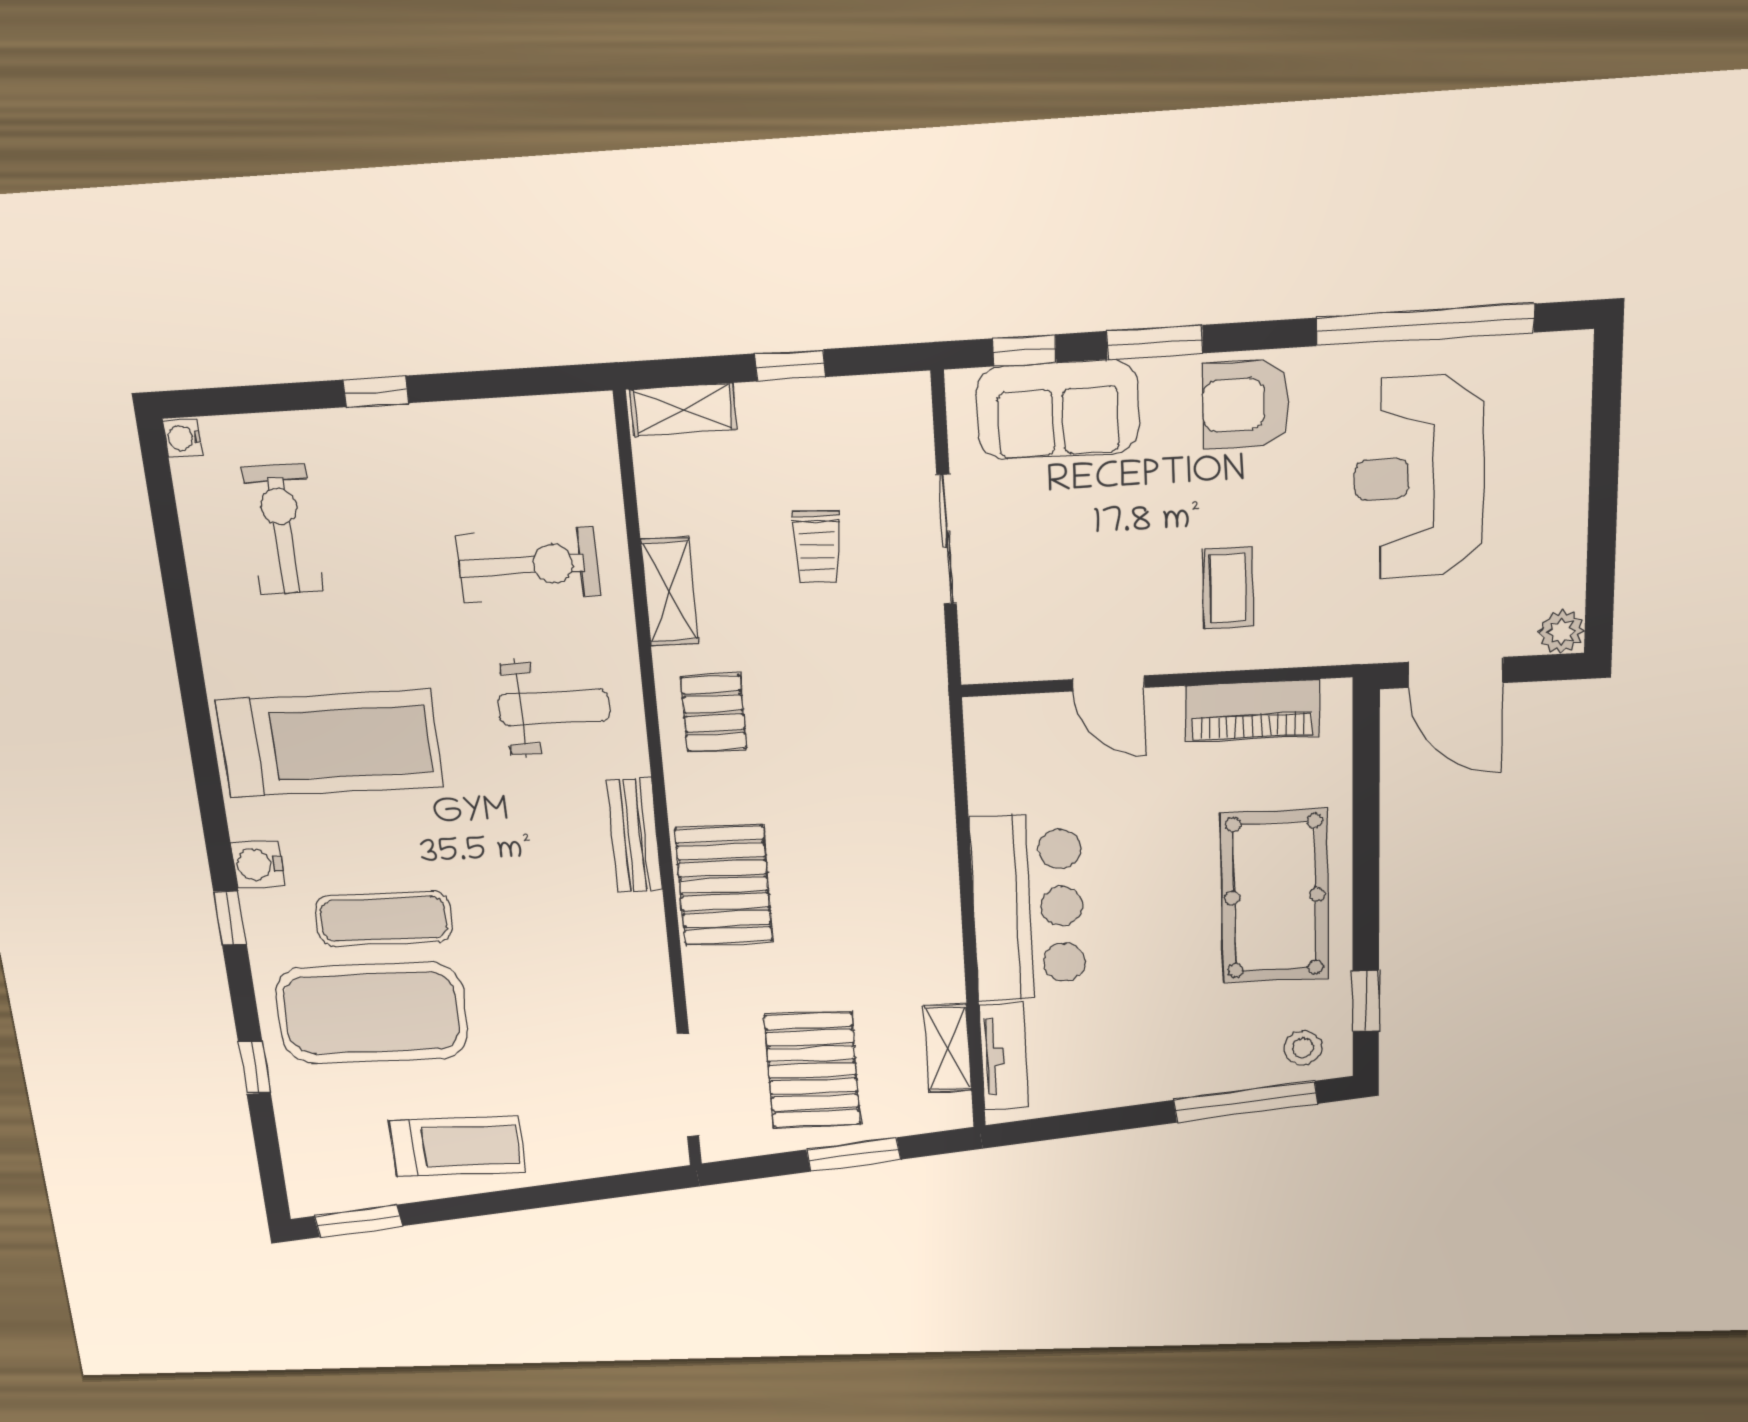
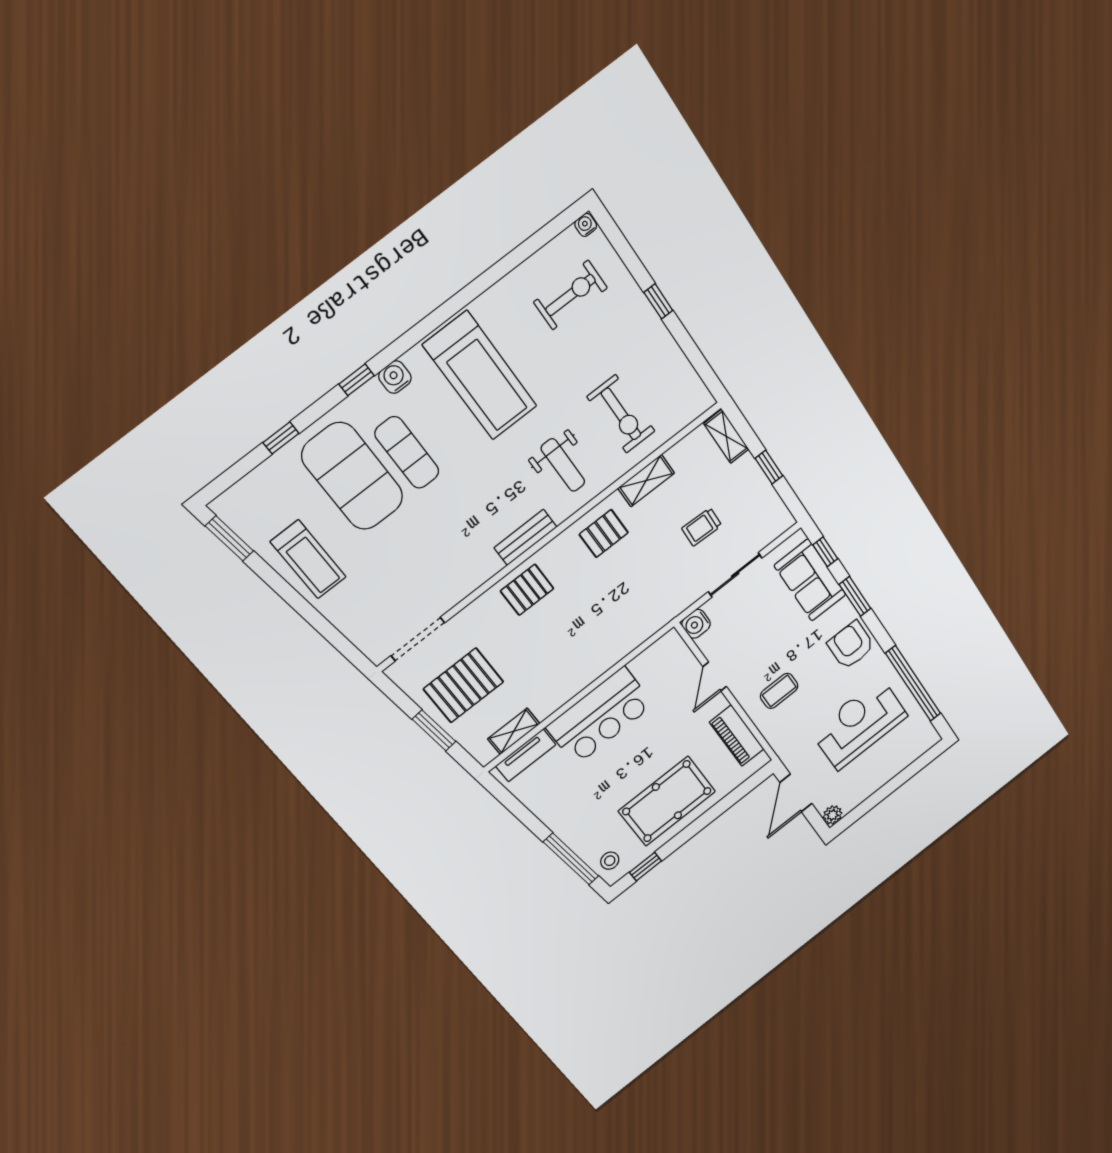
water cooler: (986, 658) -> (696, 624), added
pallet: (724, 885) -> (527, 590), width x0.67, depth x0.71

